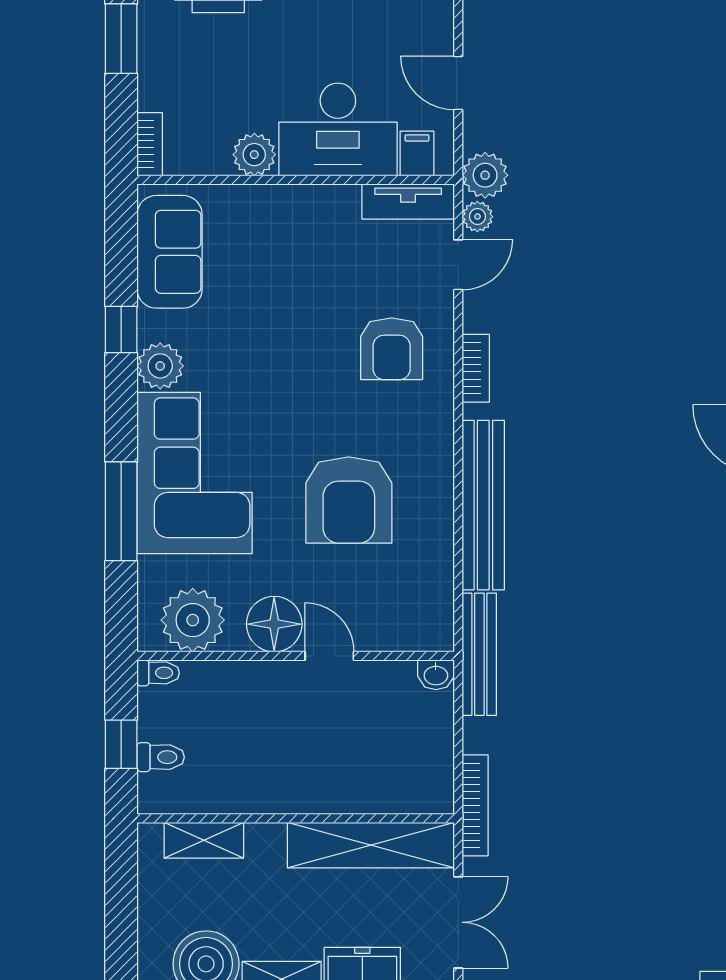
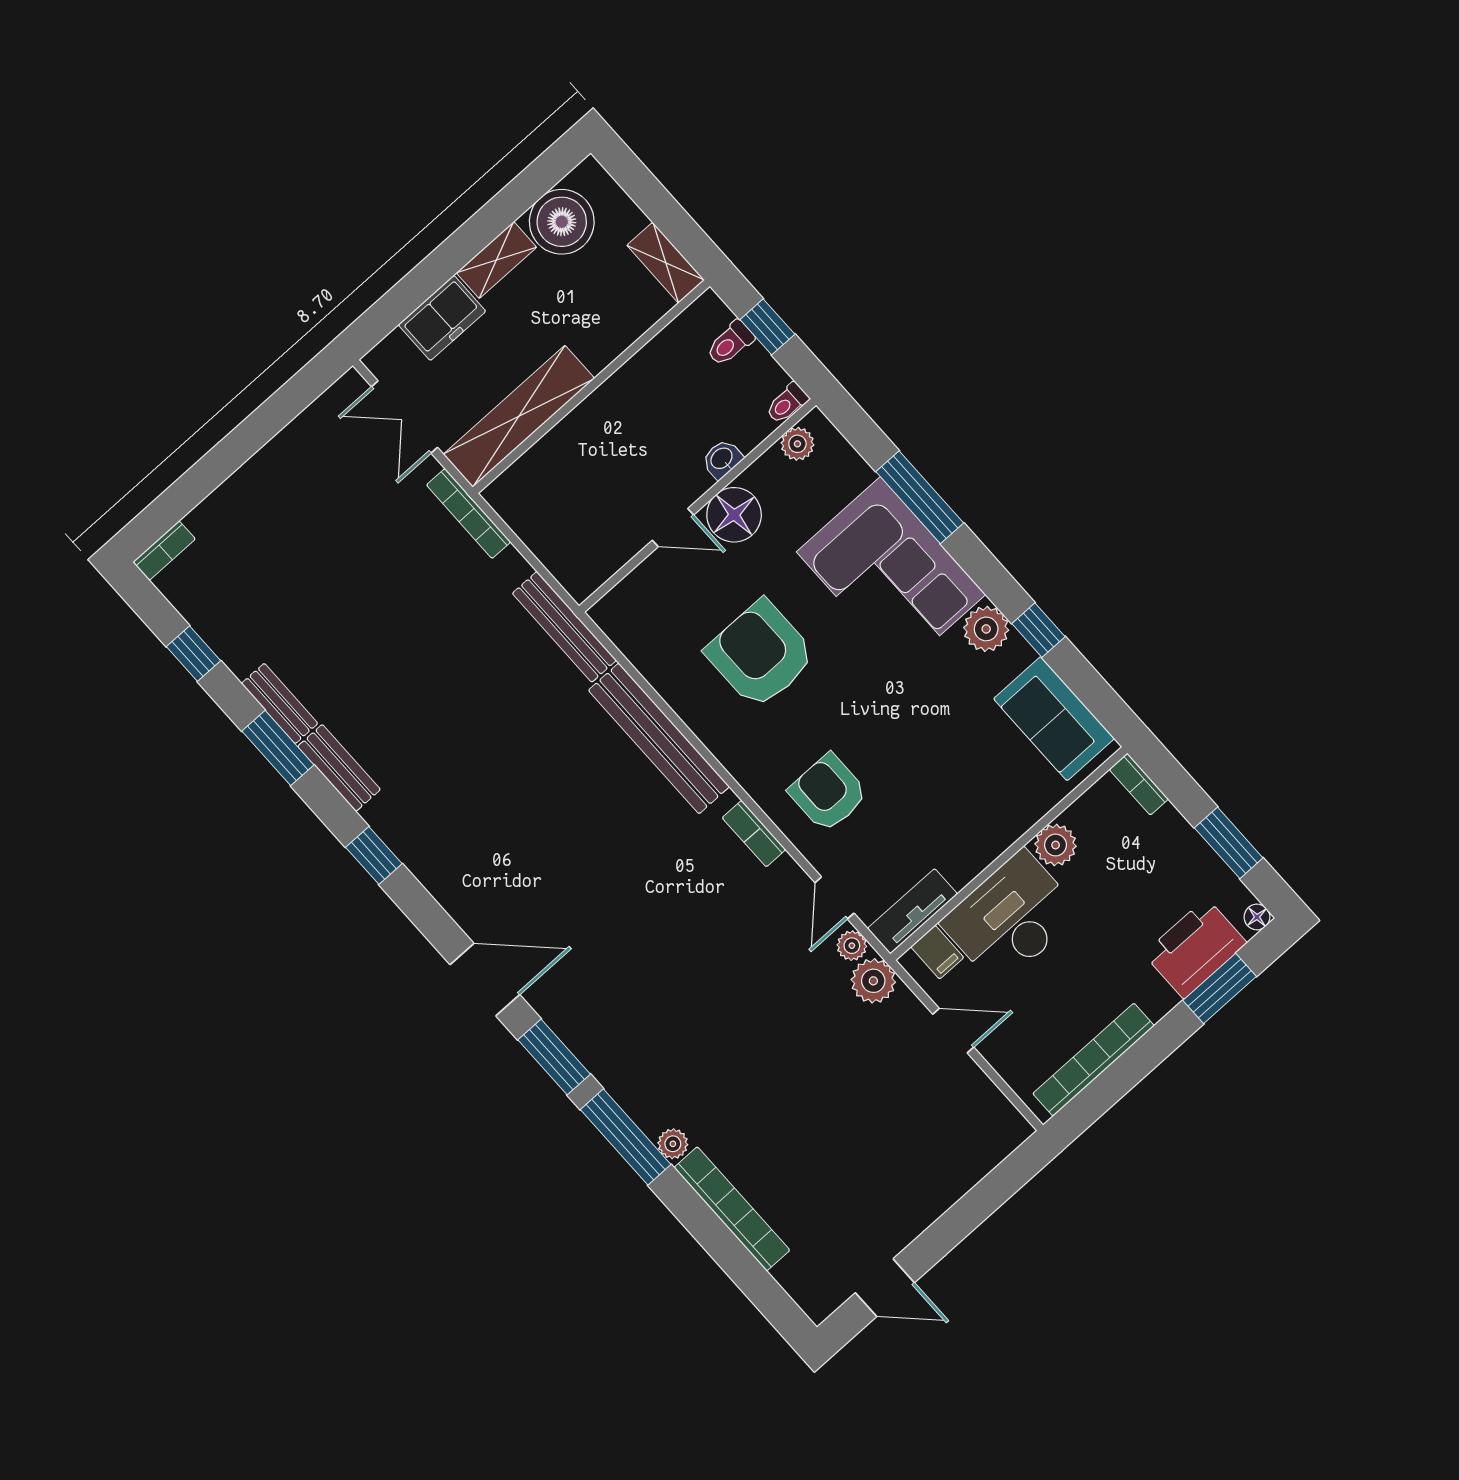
plant: (193, 620) -> (797, 444), width x0.53, depth x0.53
washbasin: (436, 675) -> (722, 459), moved
shelving: (204, 840) -> (666, 263), moved, turned 90

